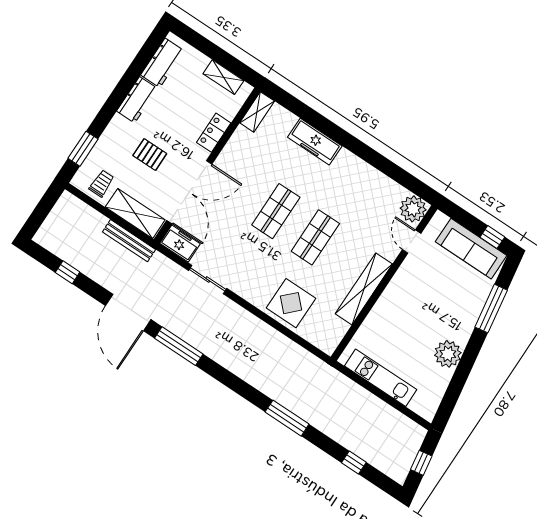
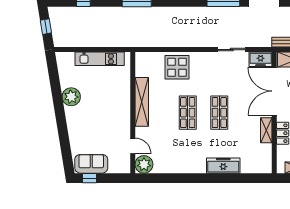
shelving: (257, 112) -> (266, 130), moved
sofa: (471, 249) -> (91, 164), width x0.73
window: (491, 309) -> (64, 138), removed

